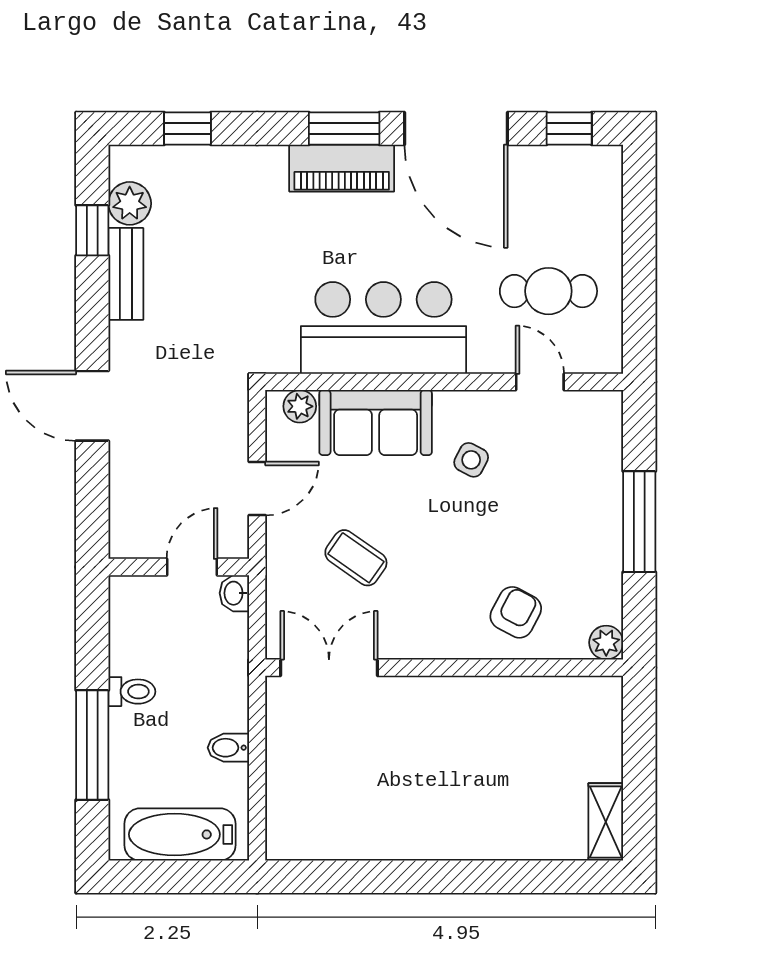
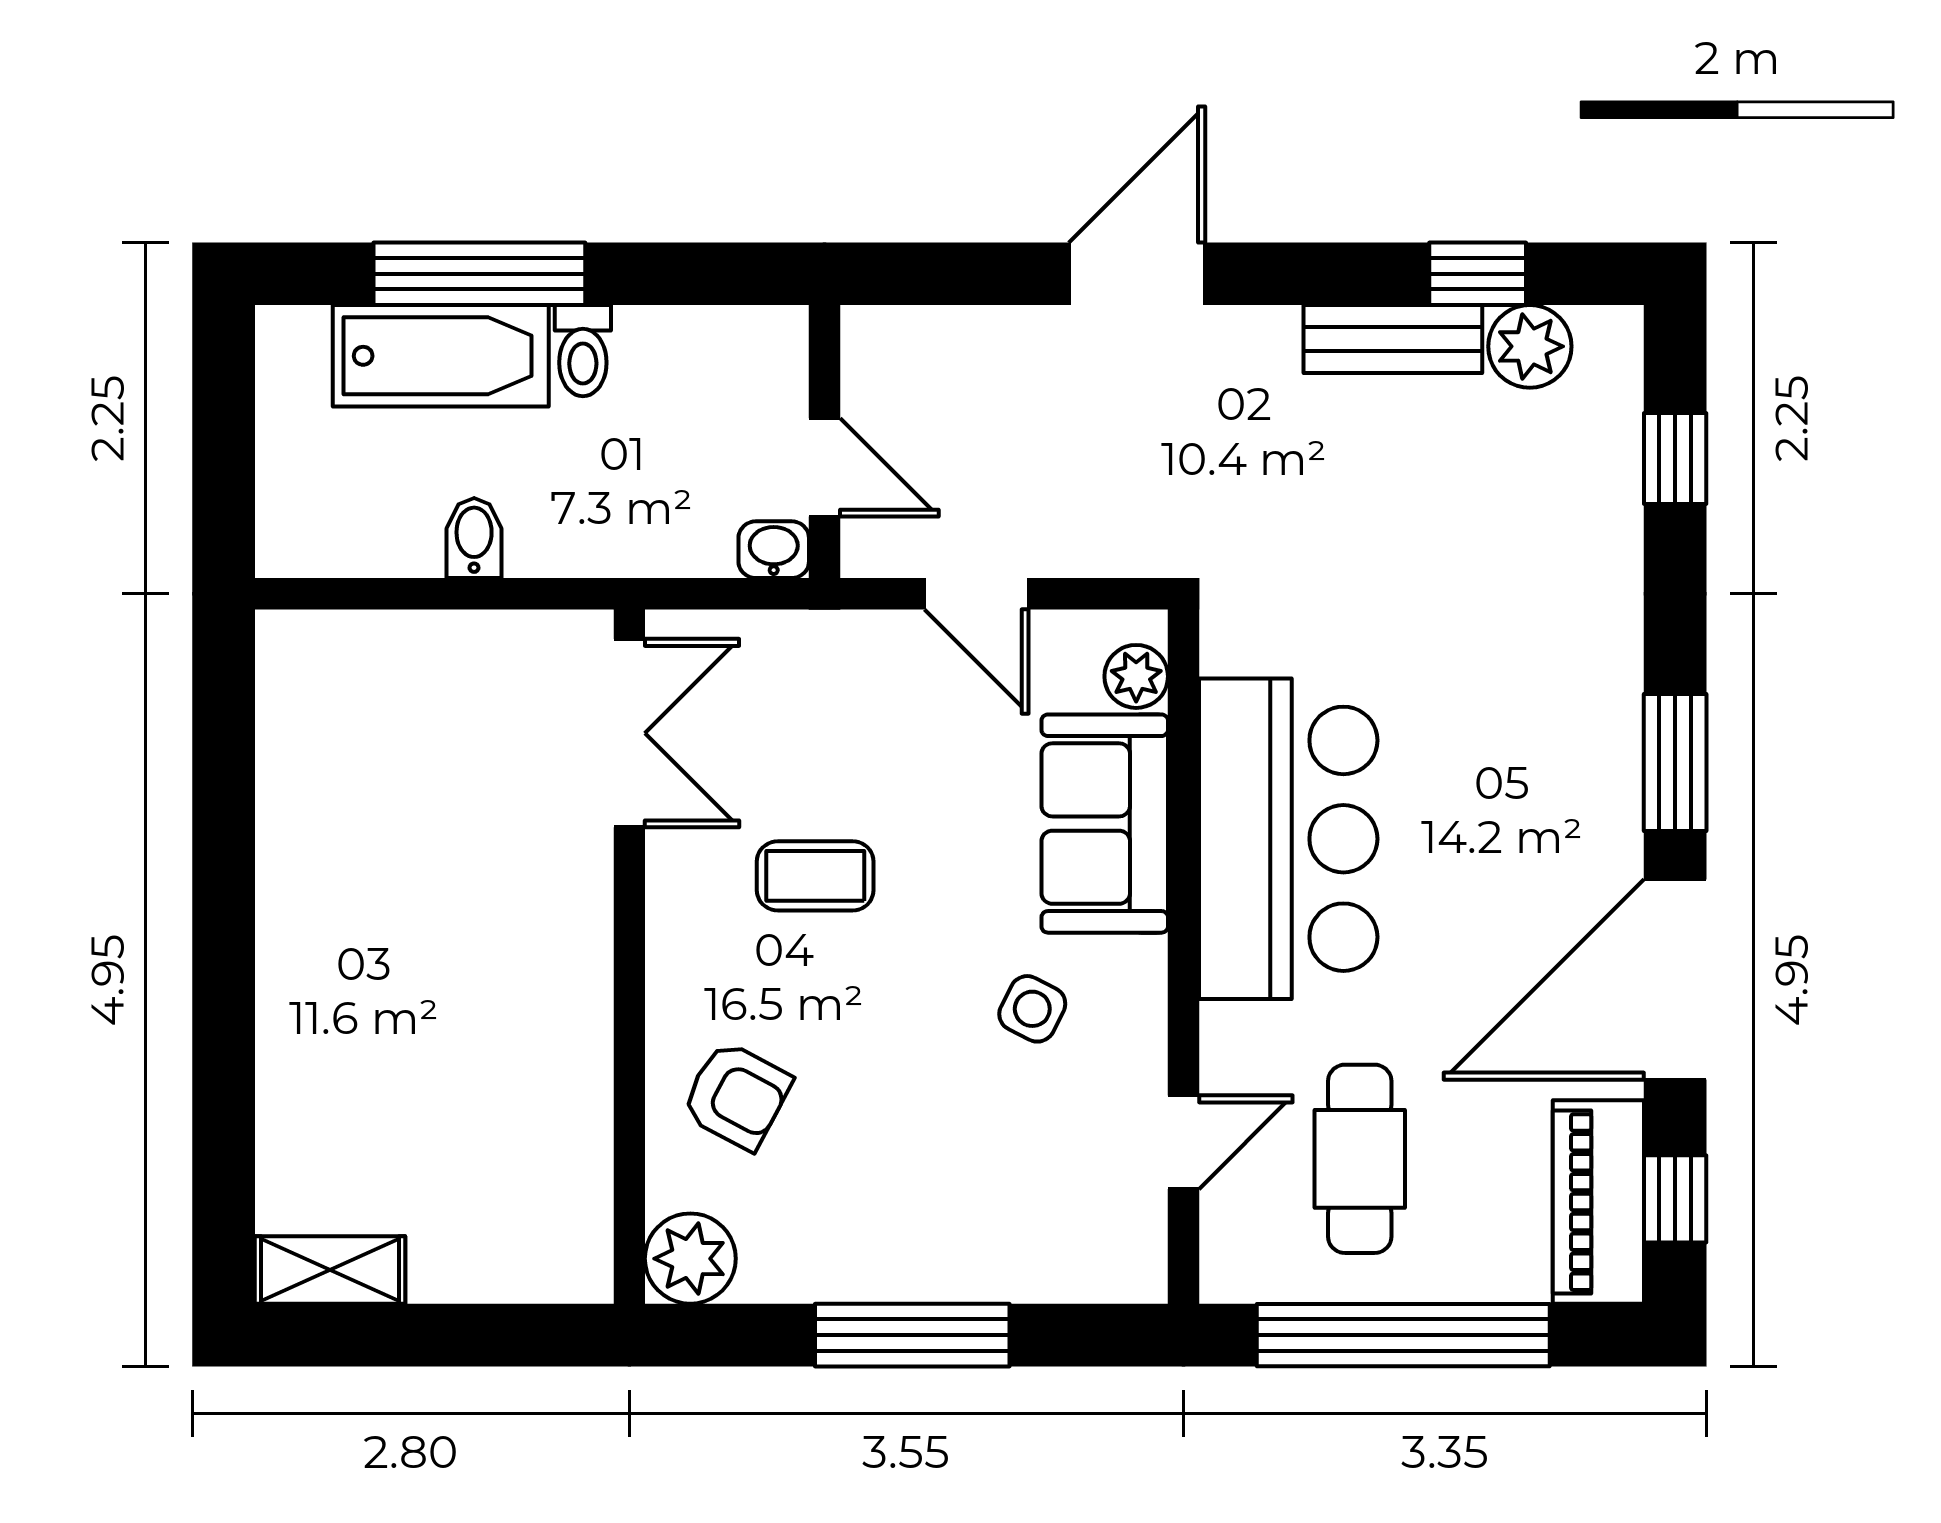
piano: (342, 168) -> (1598, 1202), moved
window: (639, 269) -> (1403, 1335), added
coffee table: (356, 558) -> (815, 876), moved, turned 55
plant: (606, 643) -> (690, 1259), width x1.38, depth x1.38
bathtub: (180, 834) -> (441, 356), moved, turned 90

